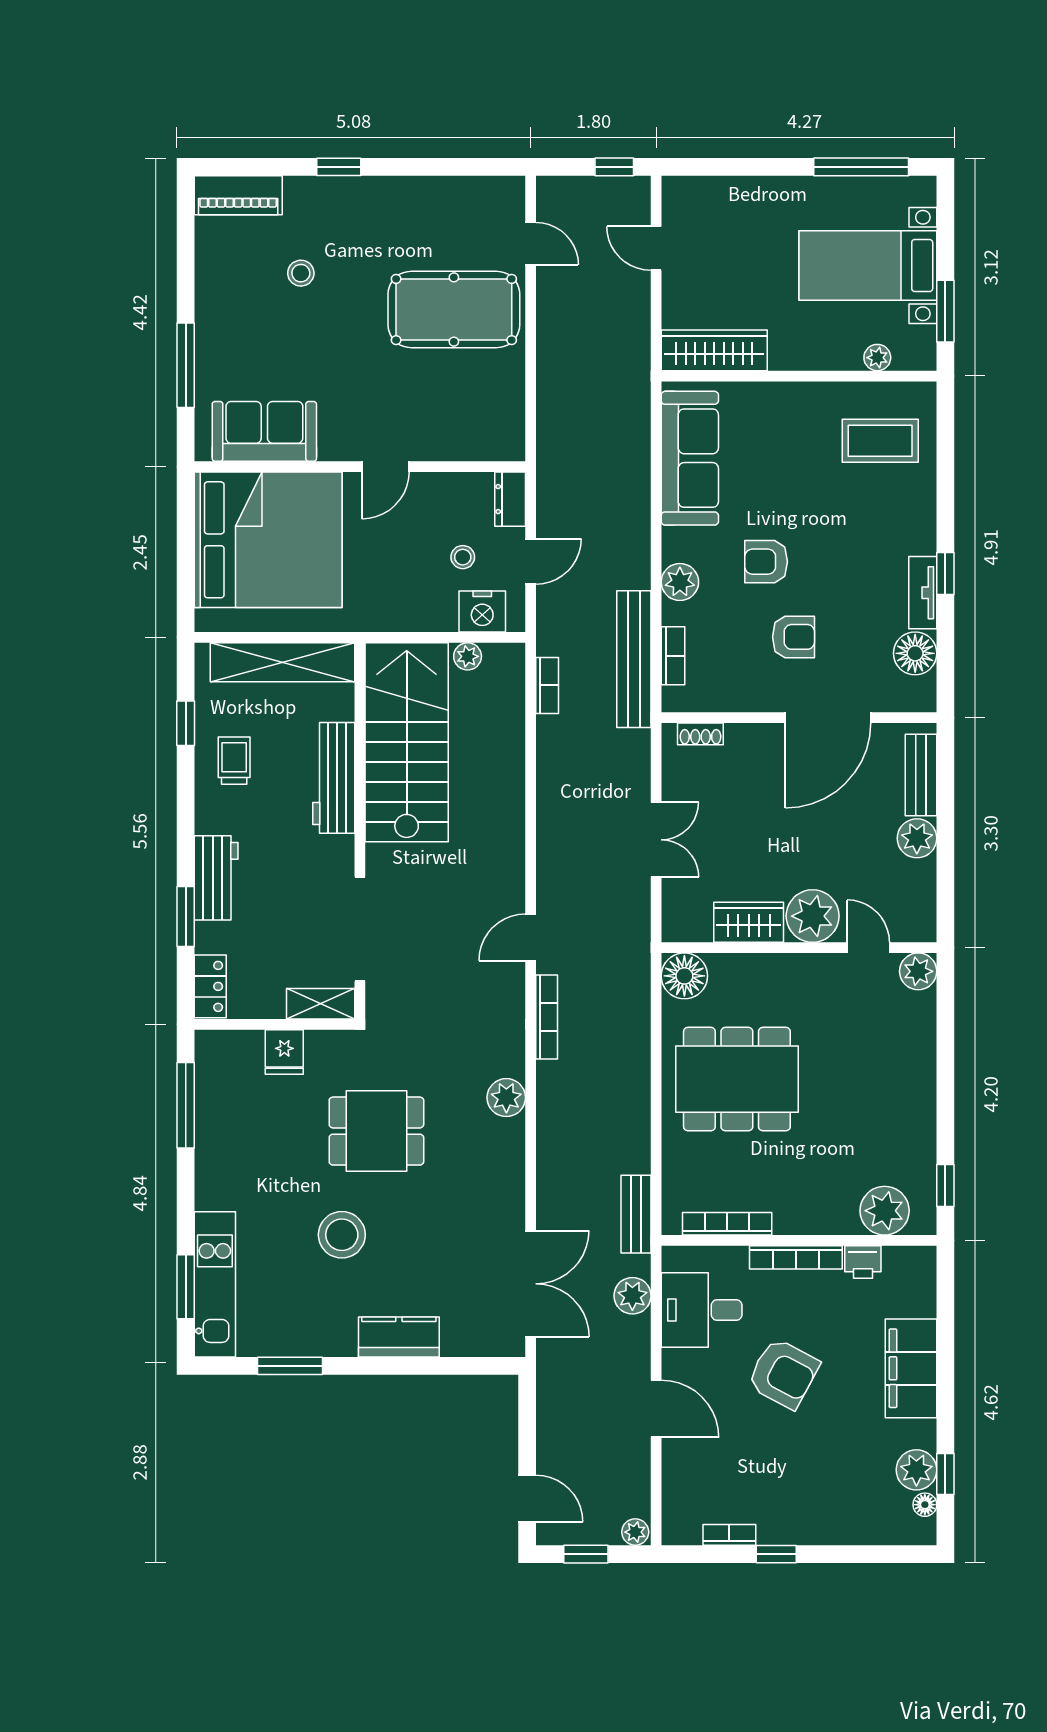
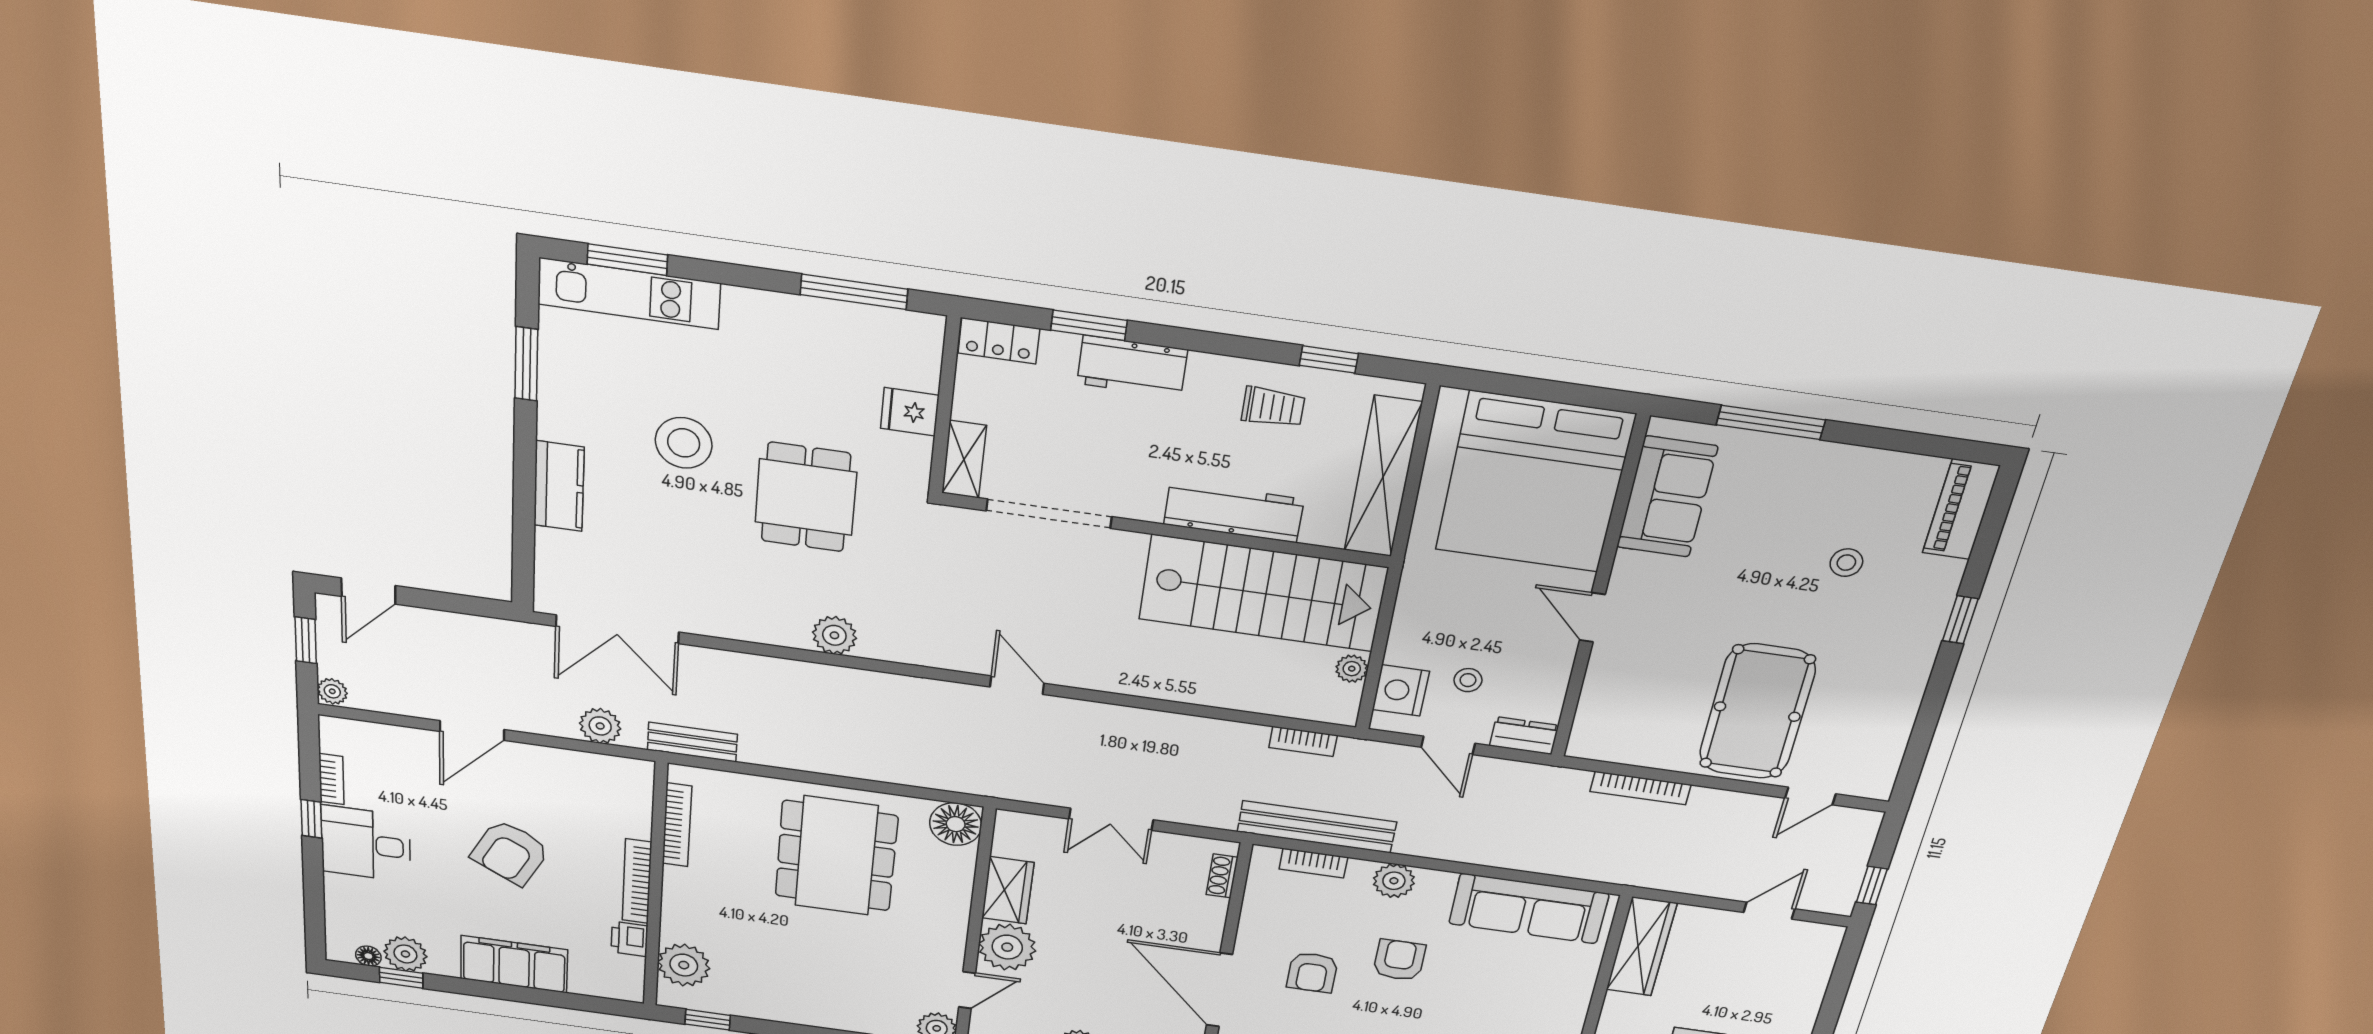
bookcase: (547, 1017) -> (1641, 788), moved
desk: (702, 1310) -> (366, 844), moved, turned -90

